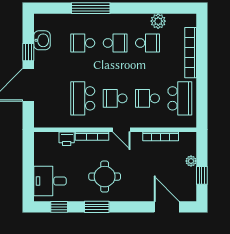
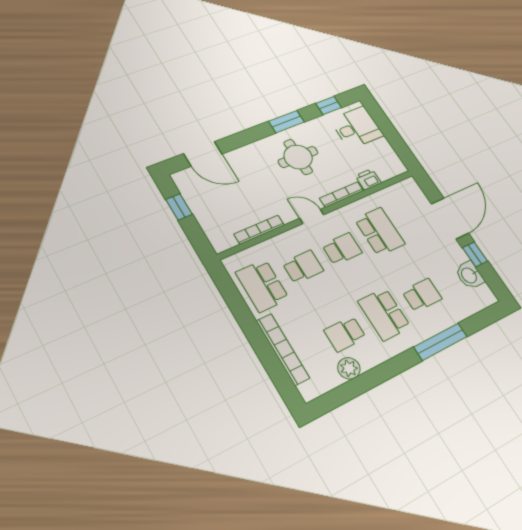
school desk: (115, 43) -> (384, 314), width x1.85
plant: (191, 161) -> (203, 218), removed

